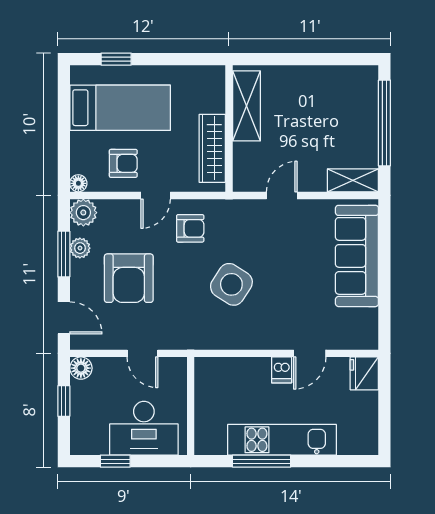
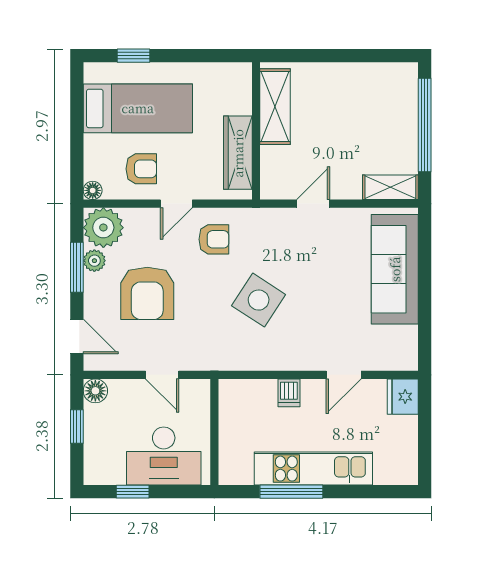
plant: (83, 213) -> (103, 228), width x1.36, depth x1.36
dishwasher: (282, 370) -> (289, 393), moved

